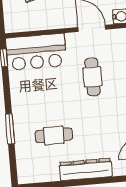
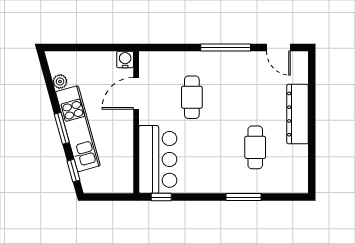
cafe table: (92, 77) -> (192, 97), turned 90

